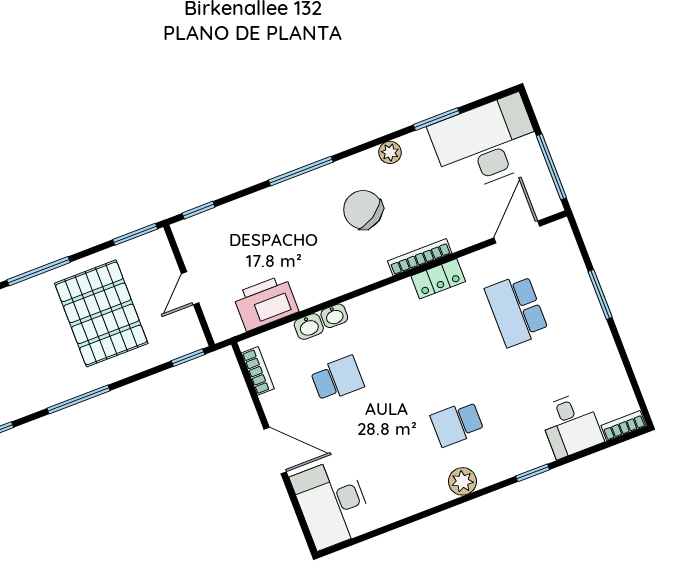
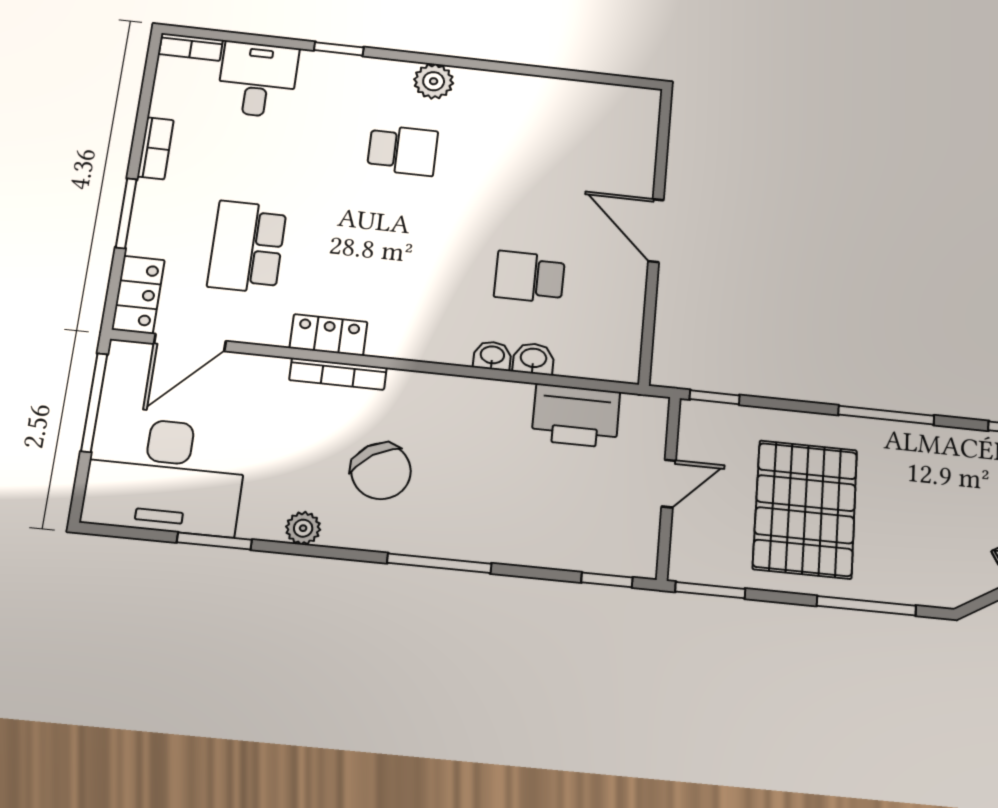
locker: (564, 246) -> (138, 295), added
school desk: (517, 310) -> (247, 247), turned 180
bookcase: (258, 371) -> (156, 148), moved, turned 180
desk: (332, 503) -> (614, 135), removed

